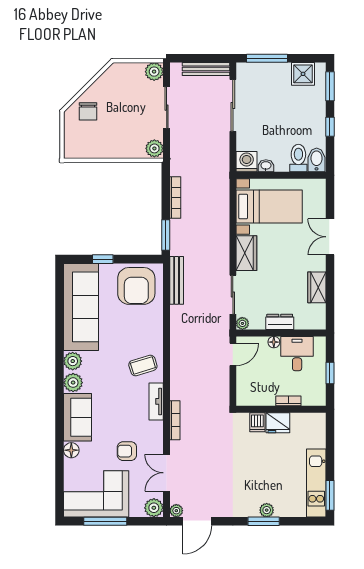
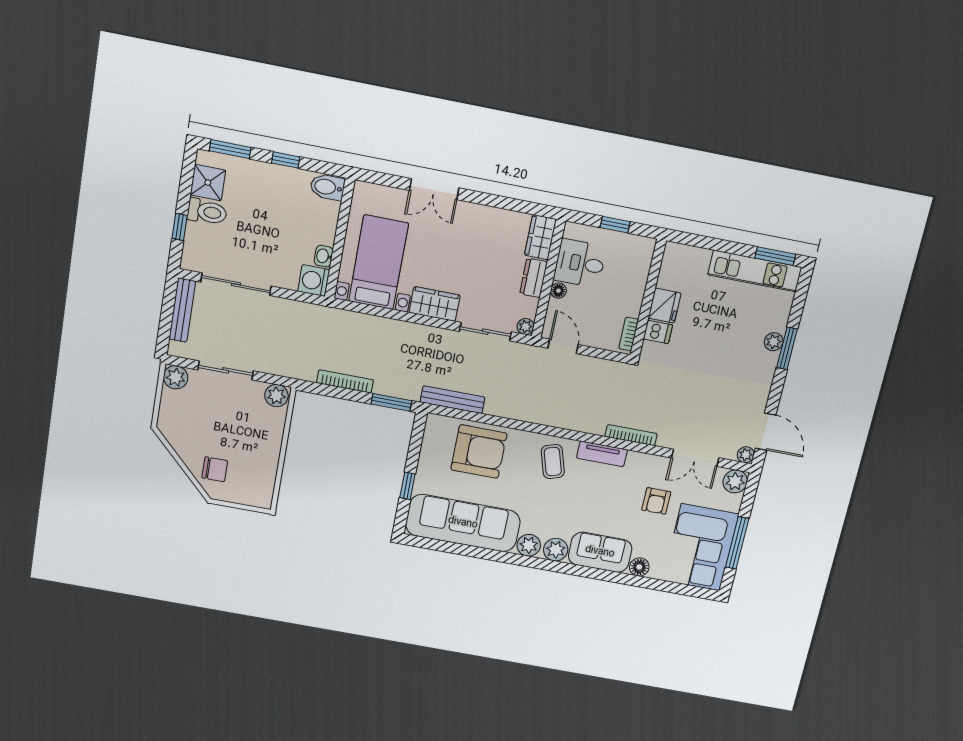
window: (267, 58) -> (180, 227), width x0.46
toilet: (298, 158) -> (207, 212), moved, turned 180
armchair: (136, 286) -> (479, 451), moved
wardrobe: (317, 287) -> (540, 237), moved, turned 90
bookcase: (288, 401) -> (629, 334), moved

